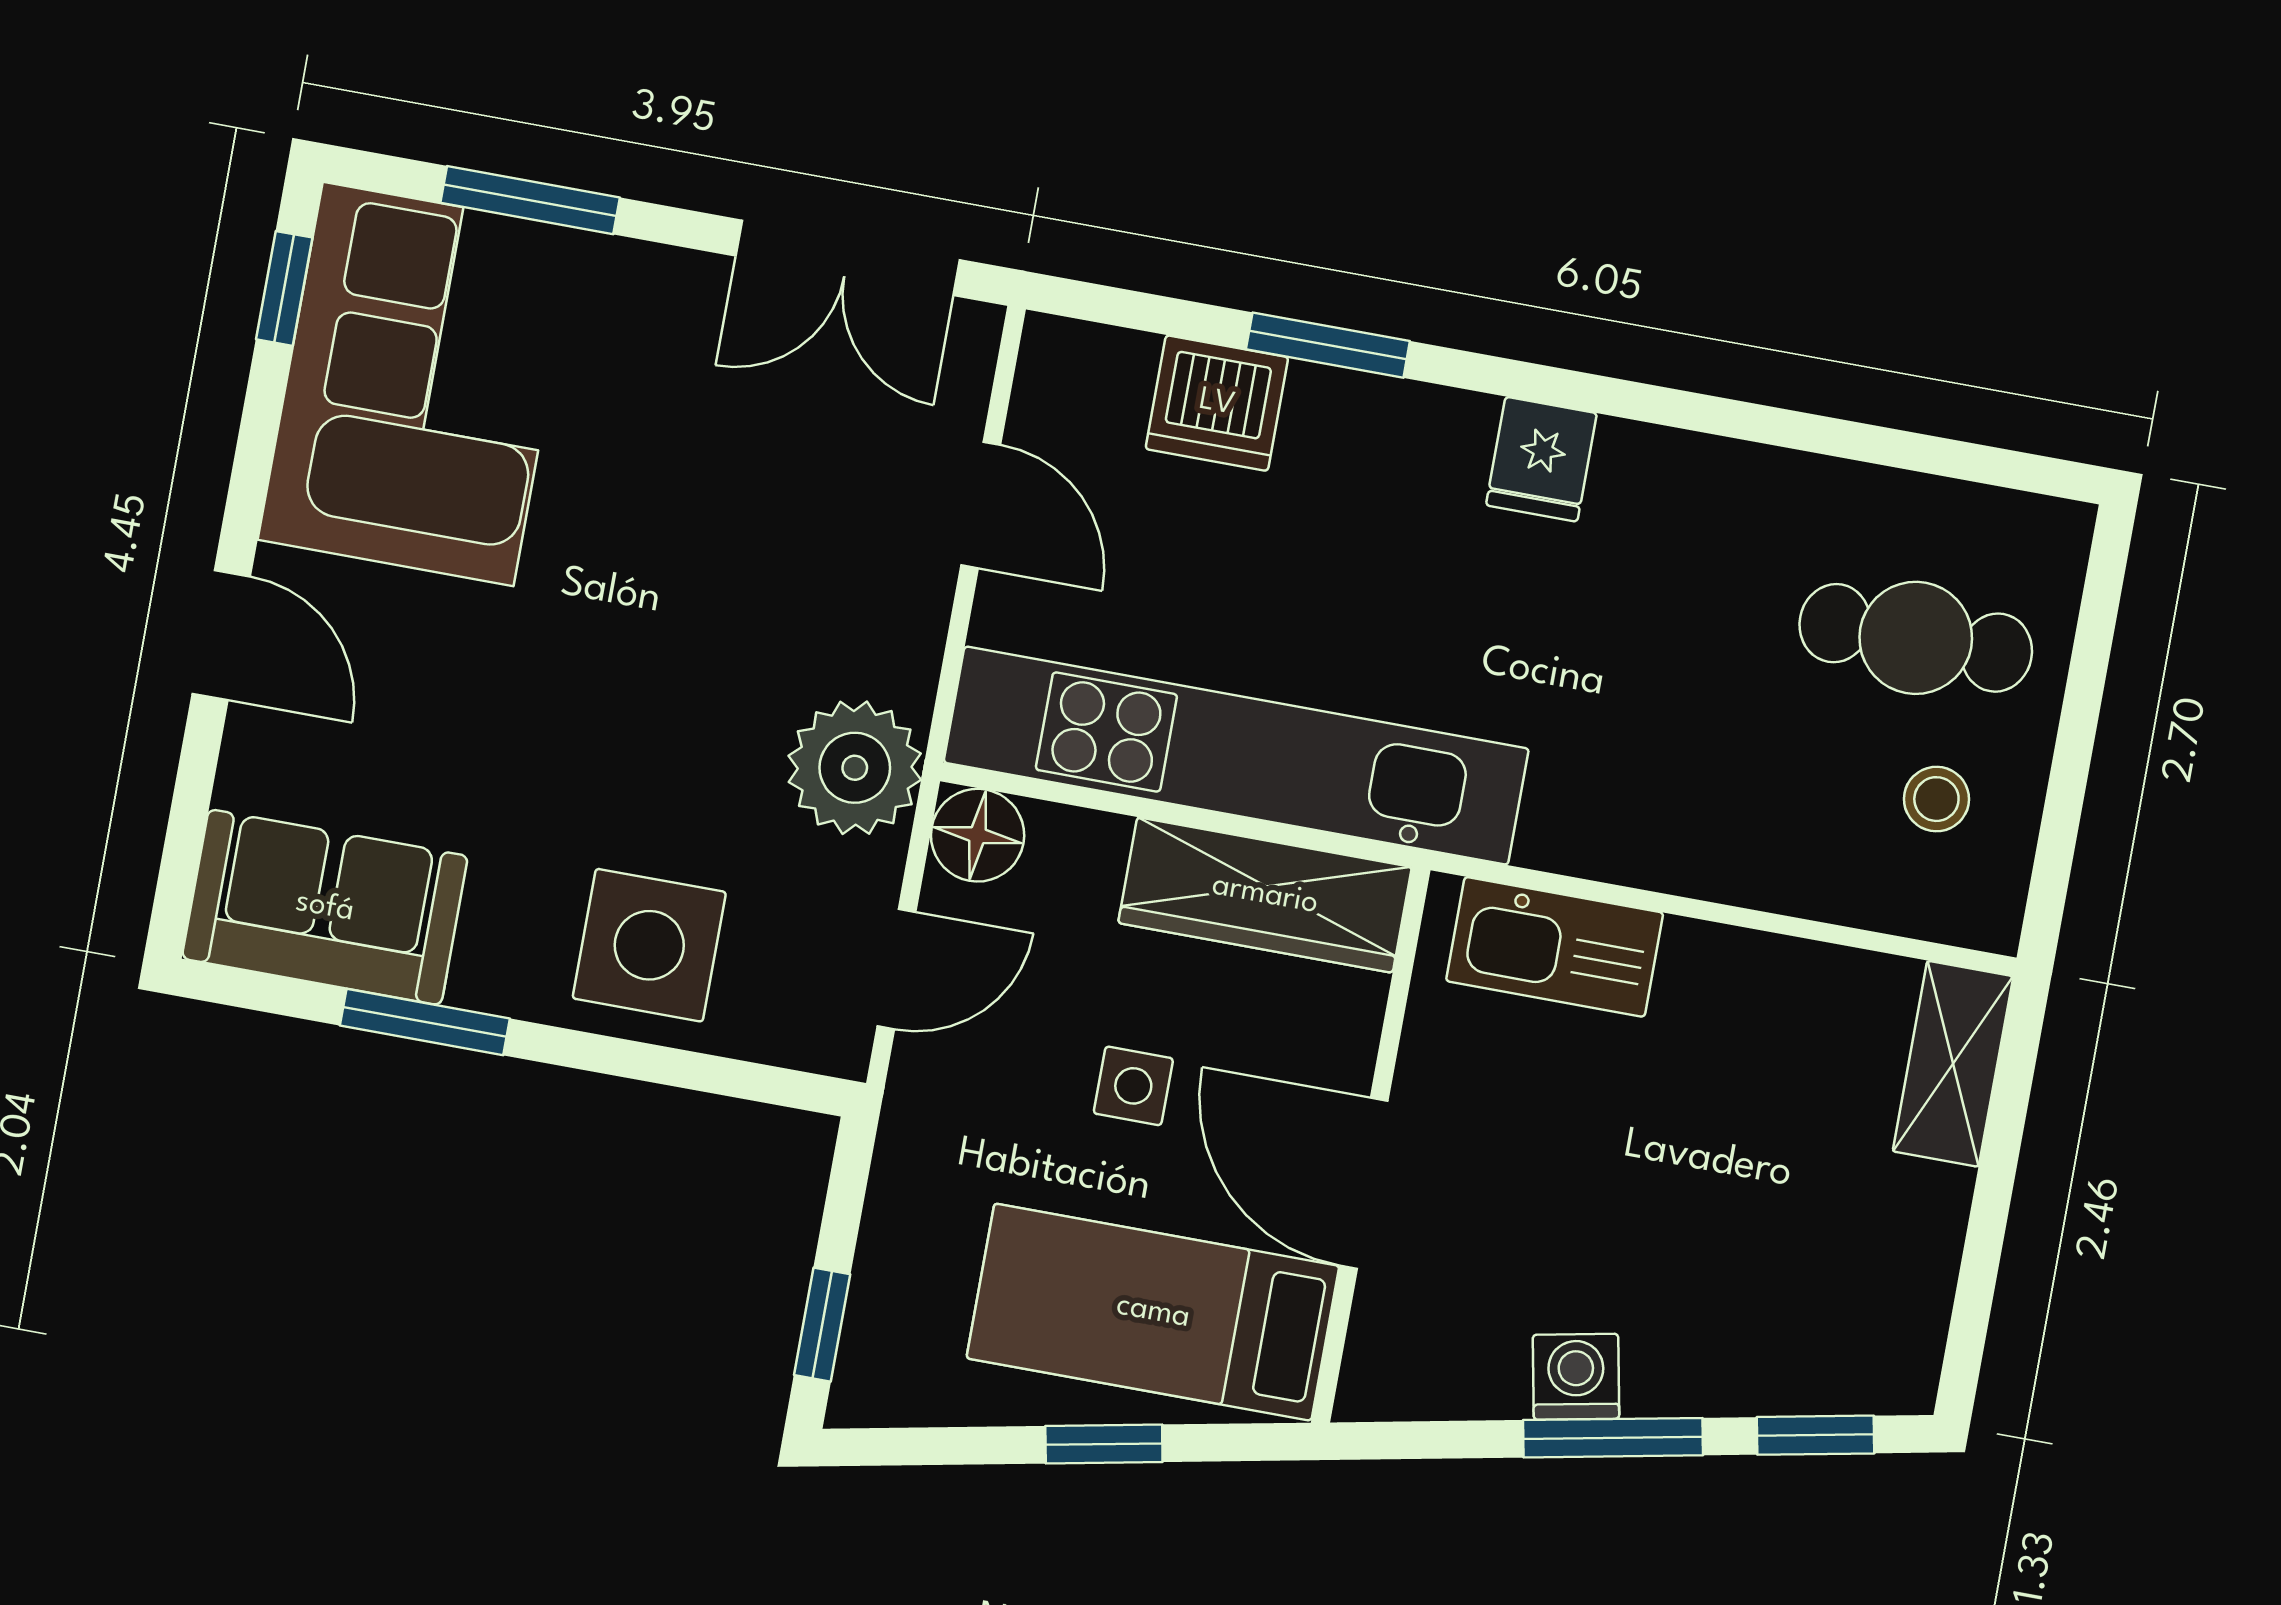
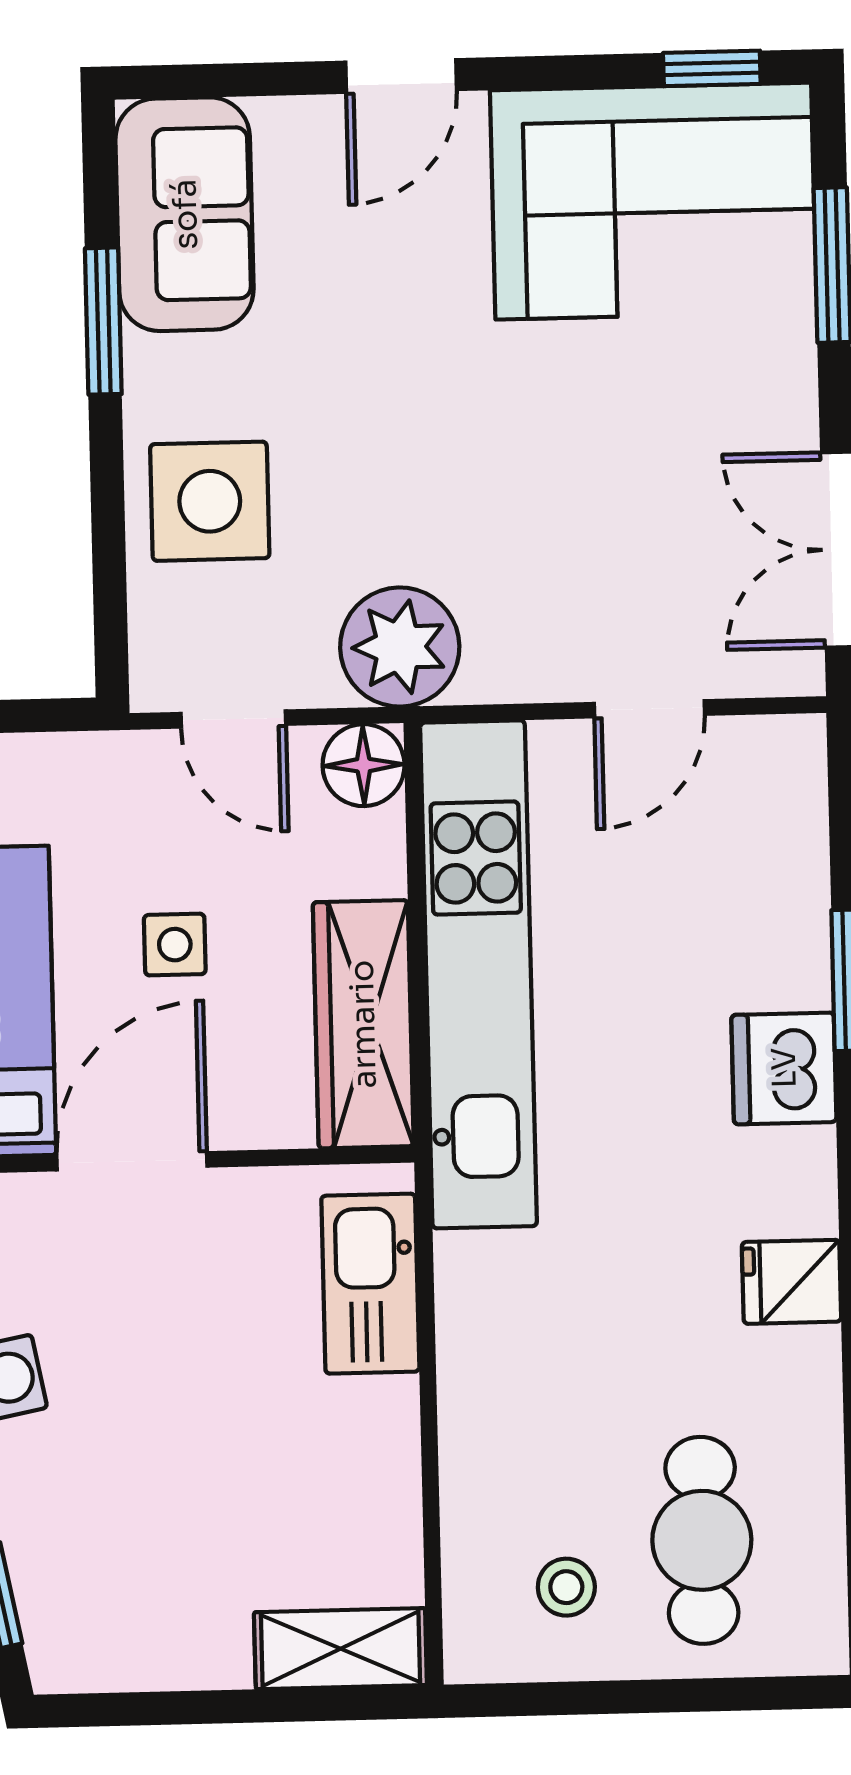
dishwasher: (1217, 403) -> (784, 1068), moved
fridge: (1541, 459) -> (792, 1282), moved

